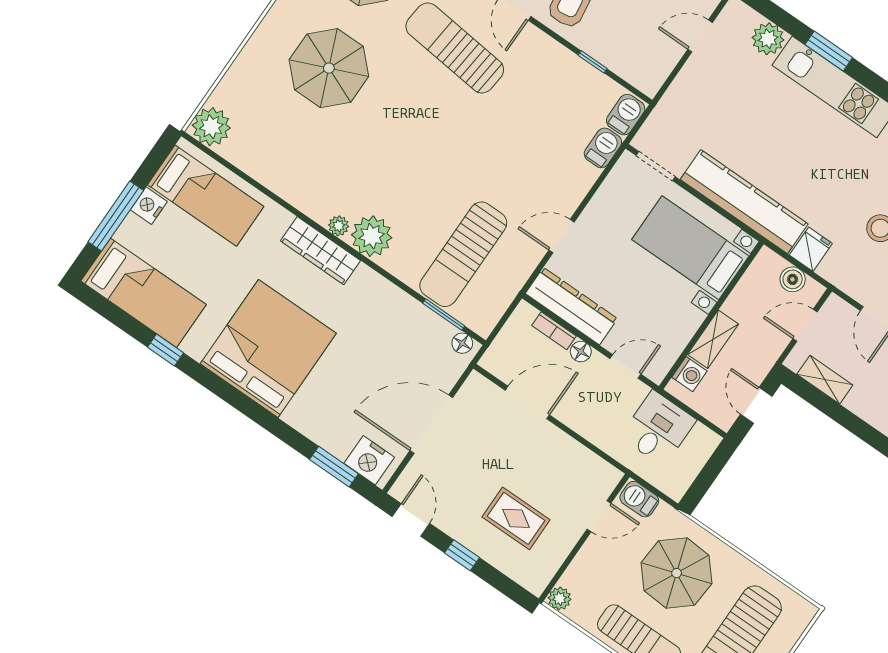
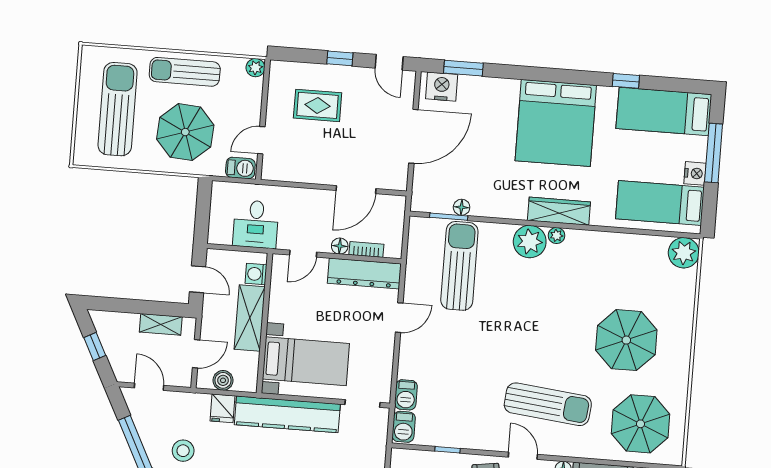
shelving: (713, 339) -> (250, 318), width x1.50, depth x1.33
floor lamp: (462, 343) -> (462, 207), moved

